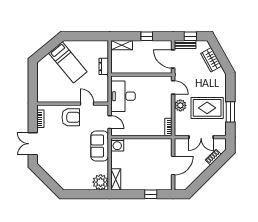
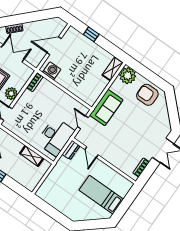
shelving: (122, 45) -> (32, 156), moved
bed: (68, 62) -> (101, 195), moved, turned -50
dresser: (104, 66) -> (71, 150), moved
armchair: (71, 117) -> (147, 95), moved
washing machine: (117, 145) -> (52, 71), moved

